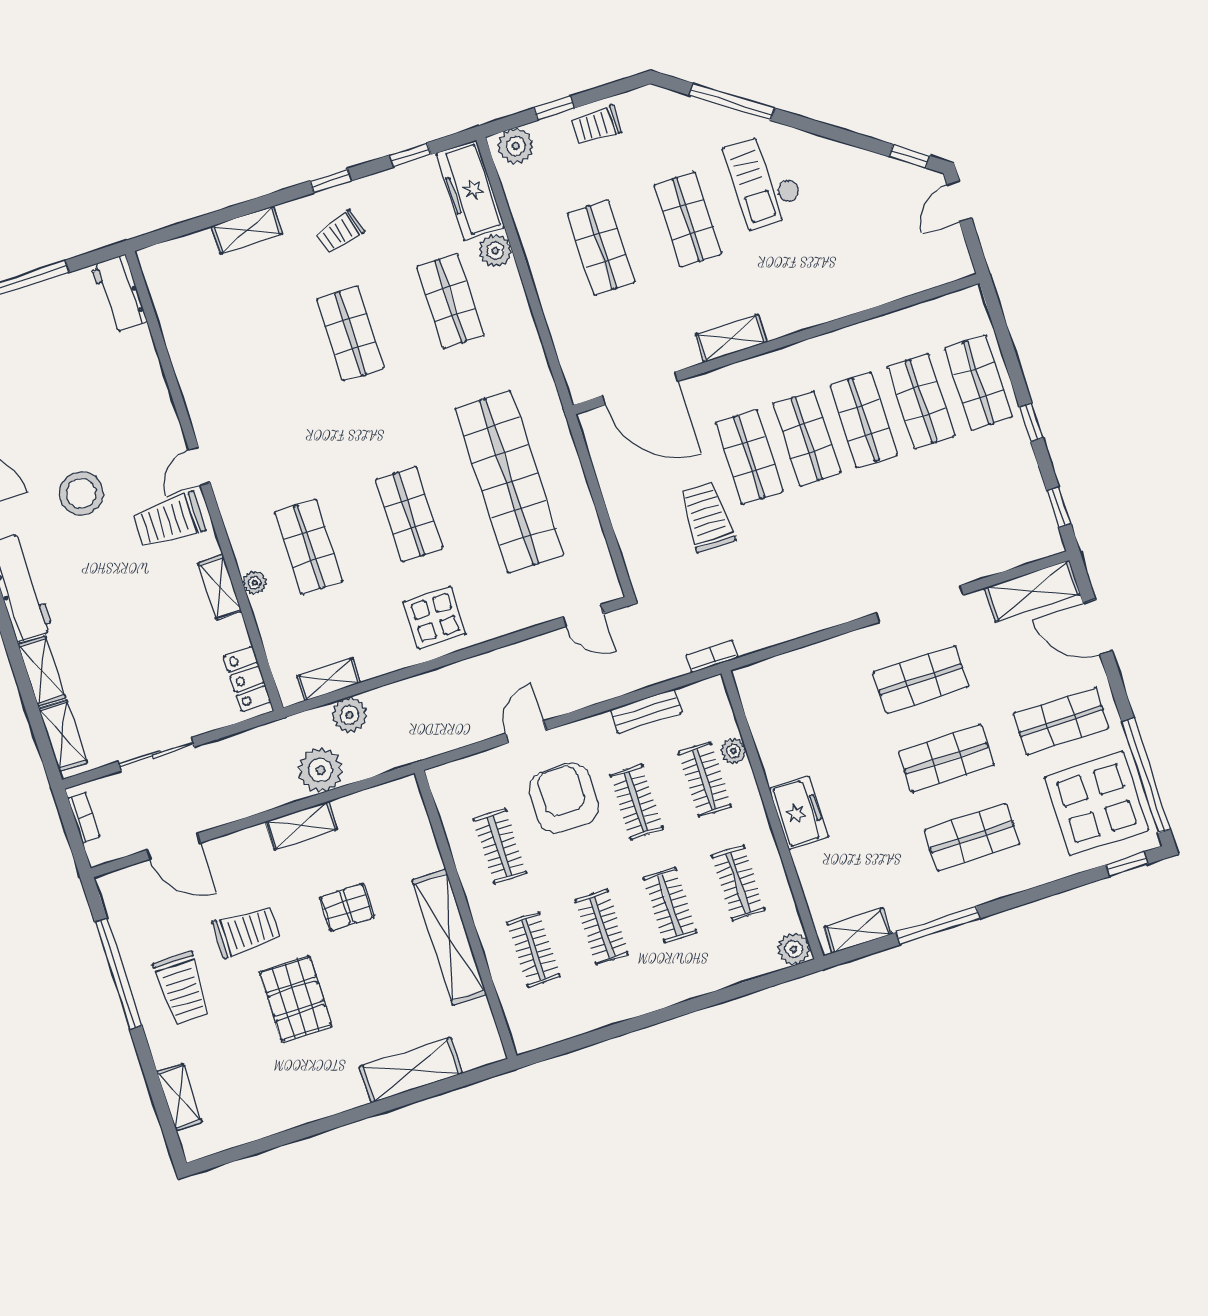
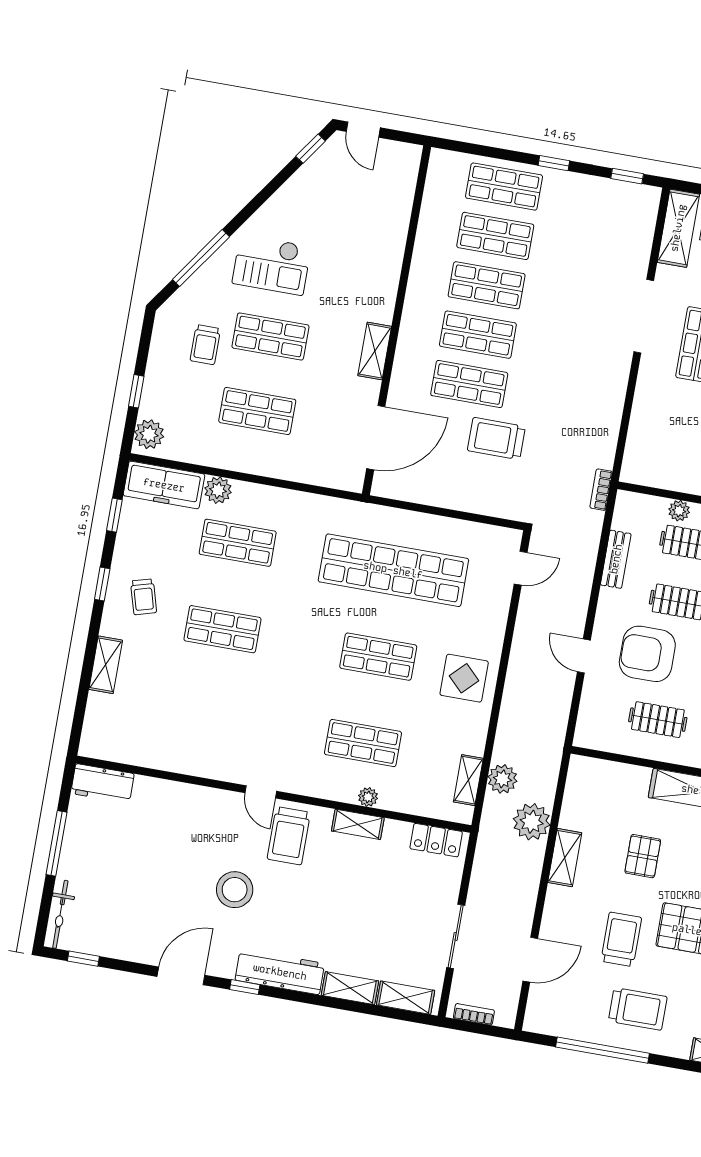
trolley: (596, 125) -> (205, 345), moved

